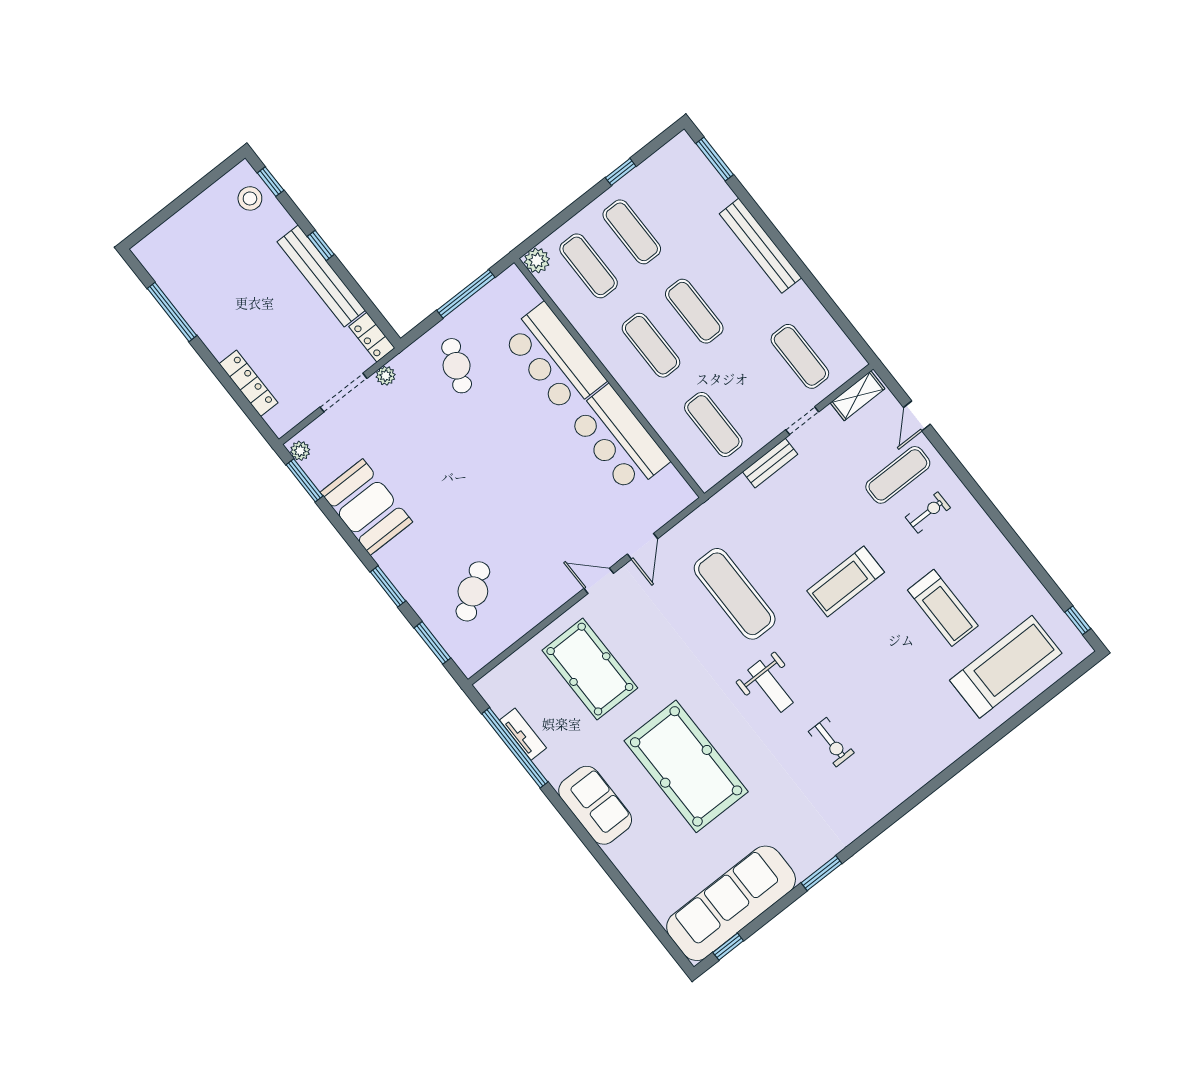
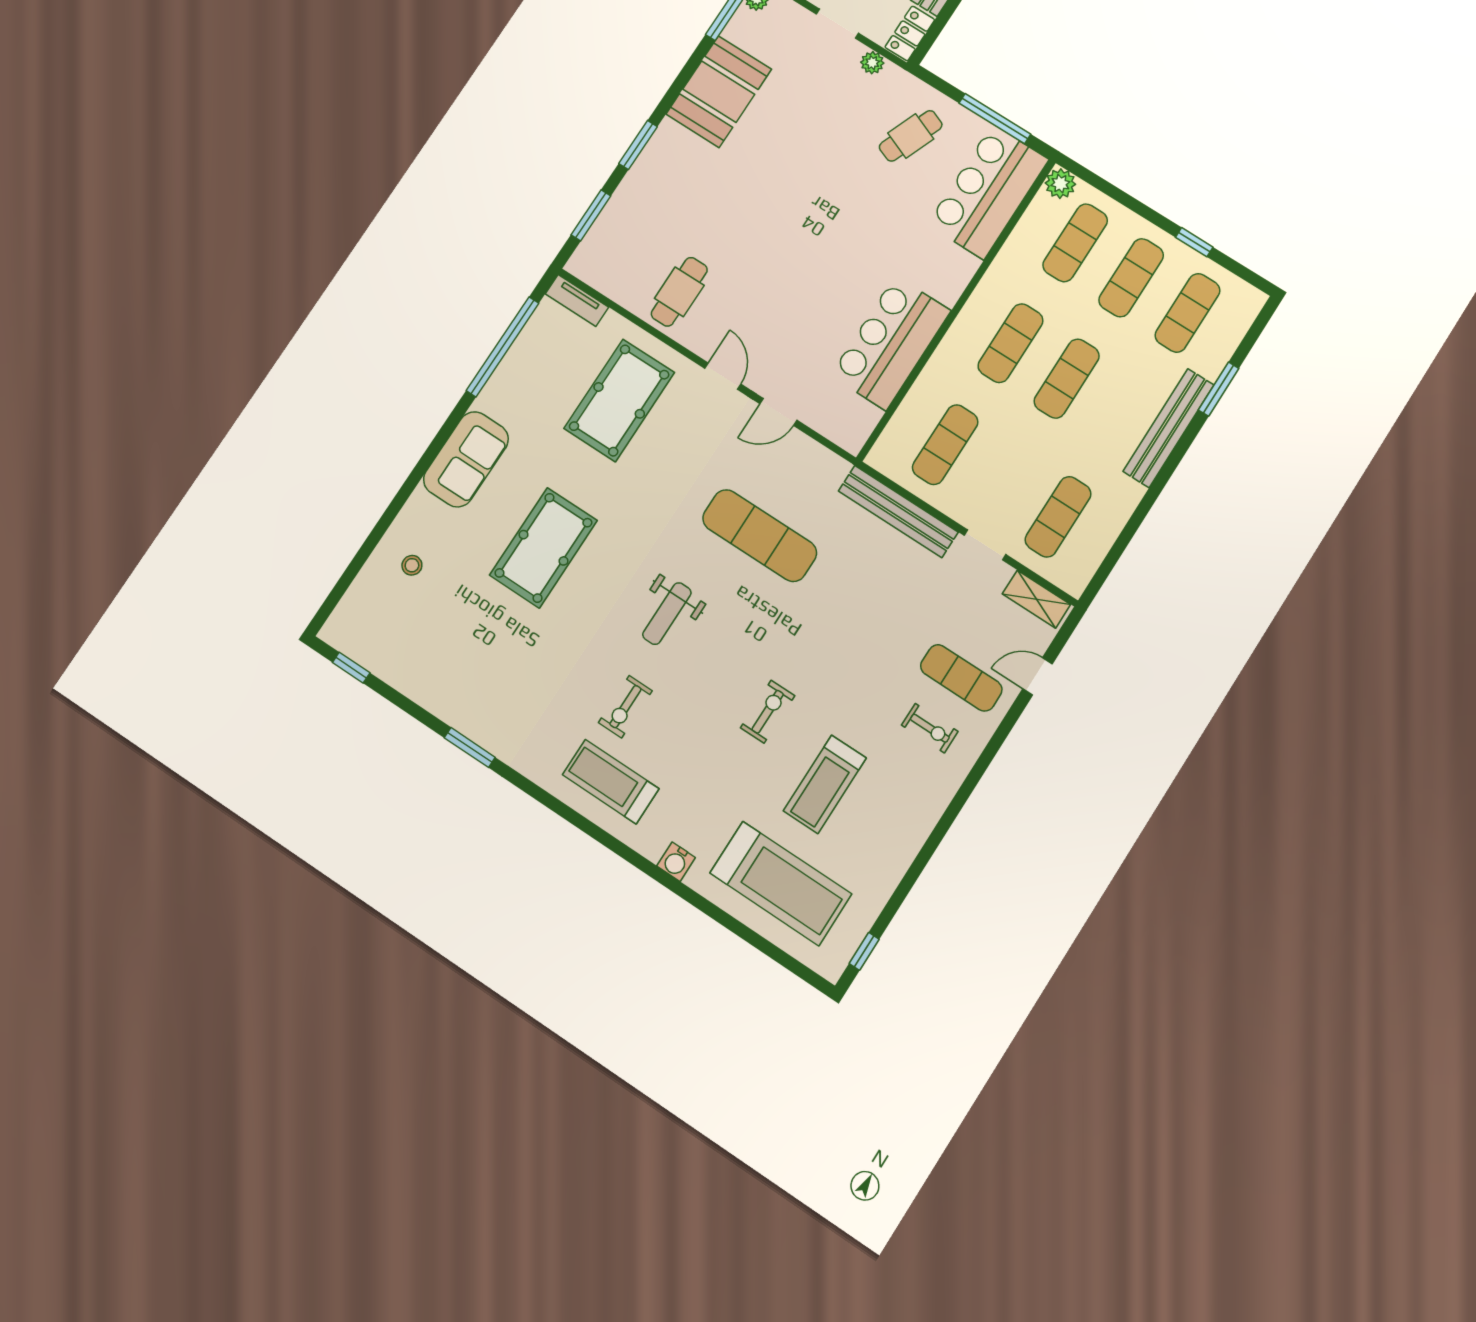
window: (715, 159) -> (1219, 389), moved
exercise mat: (675, 198) -> (1187, 313), added
bar counter: (554, 358) -> (988, 192), moved
doorway: (343, 393) -> (837, 24), width x0.73
bench: (770, 463) -> (898, 511), width x1.86, depth x1.21
treadmill: (846, 581) -> (611, 782), moved
cafe table: (473, 591) -> (679, 292), moved, turned -56
exercise mat: (735, 594) -> (760, 536), turned 90
exercise bike: (873, 633) -> (768, 712), added
tv unit: (523, 734) -> (577, 300), moved, turned 90
water cooler: (962, 742) -> (676, 862), added
pool table: (686, 766) -> (543, 548), width x0.73, depth x0.76
stool: (664, 874) -> (412, 565), added
sofa: (731, 903) -> (402, 654), removed

